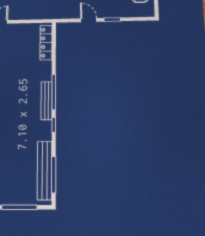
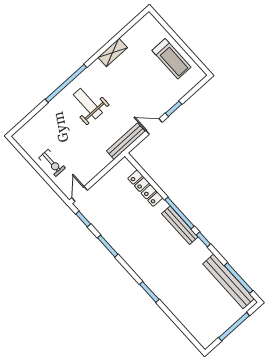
bench: (61, 14) -> (126, 141), added
locker: (46, 43) -> (145, 188), moved

